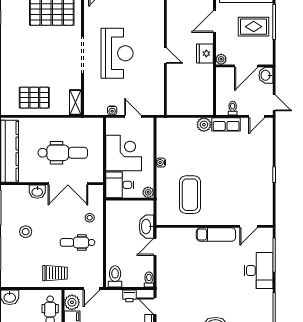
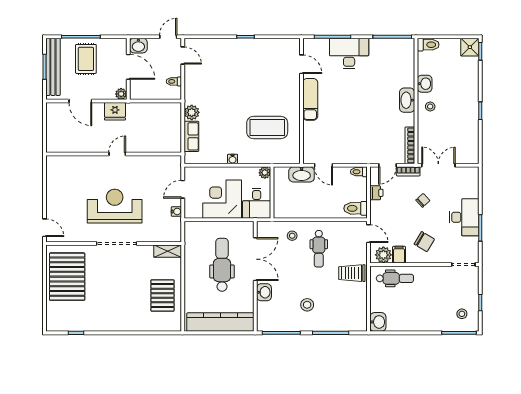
row of seats: (226, 124) -> (191, 136), moved
trolley: (55, 273) -> (352, 273), turned -90

